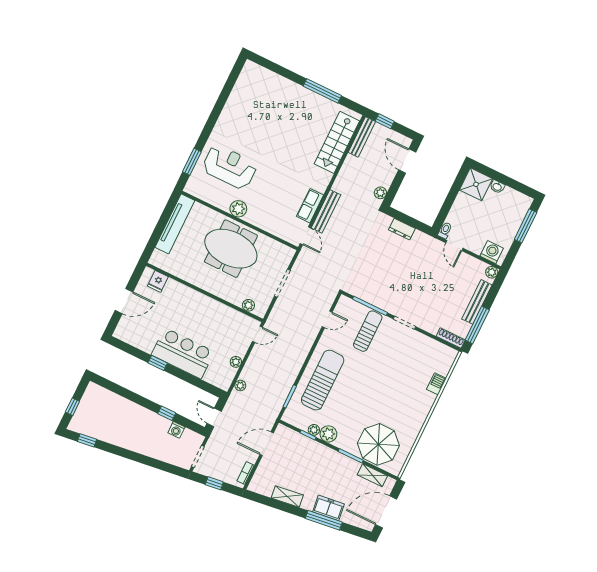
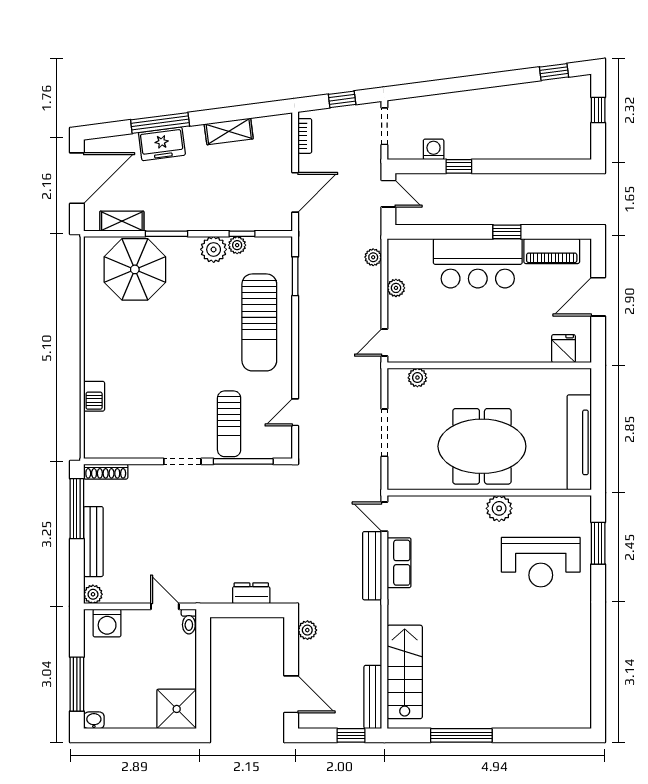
washbasin: (497, 187) -> (94, 720), moved
piano: (138, 340) -> (552, 251), added

